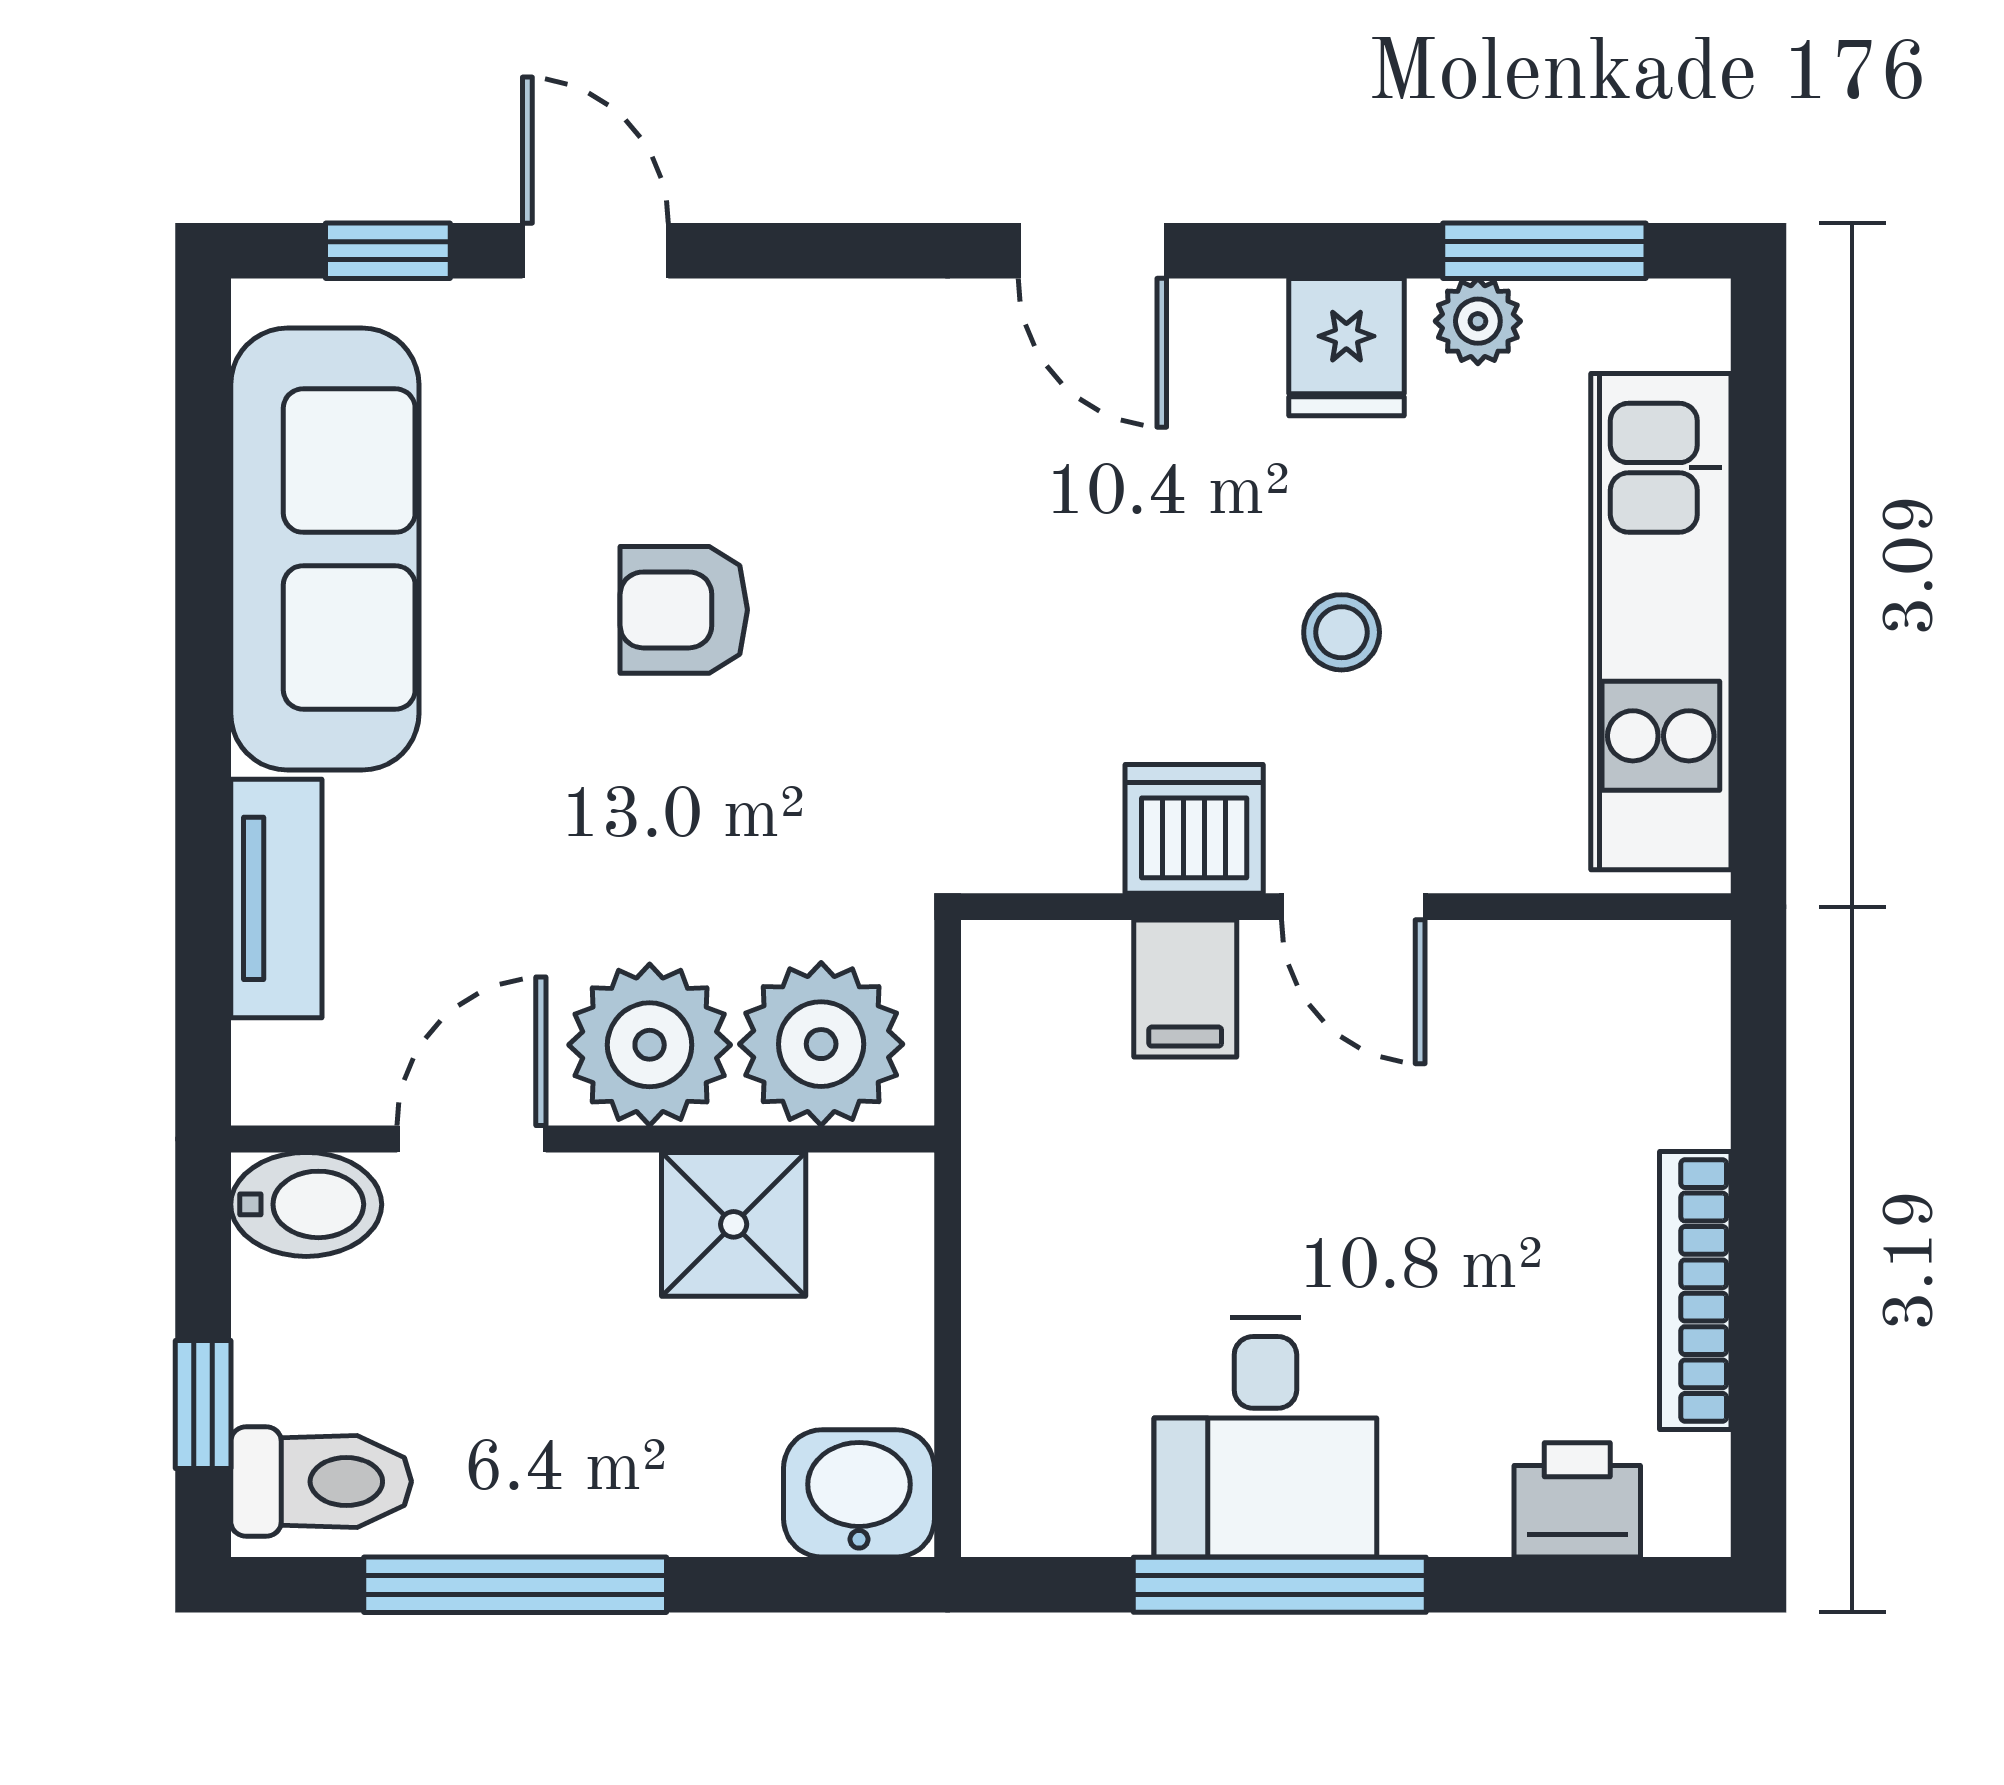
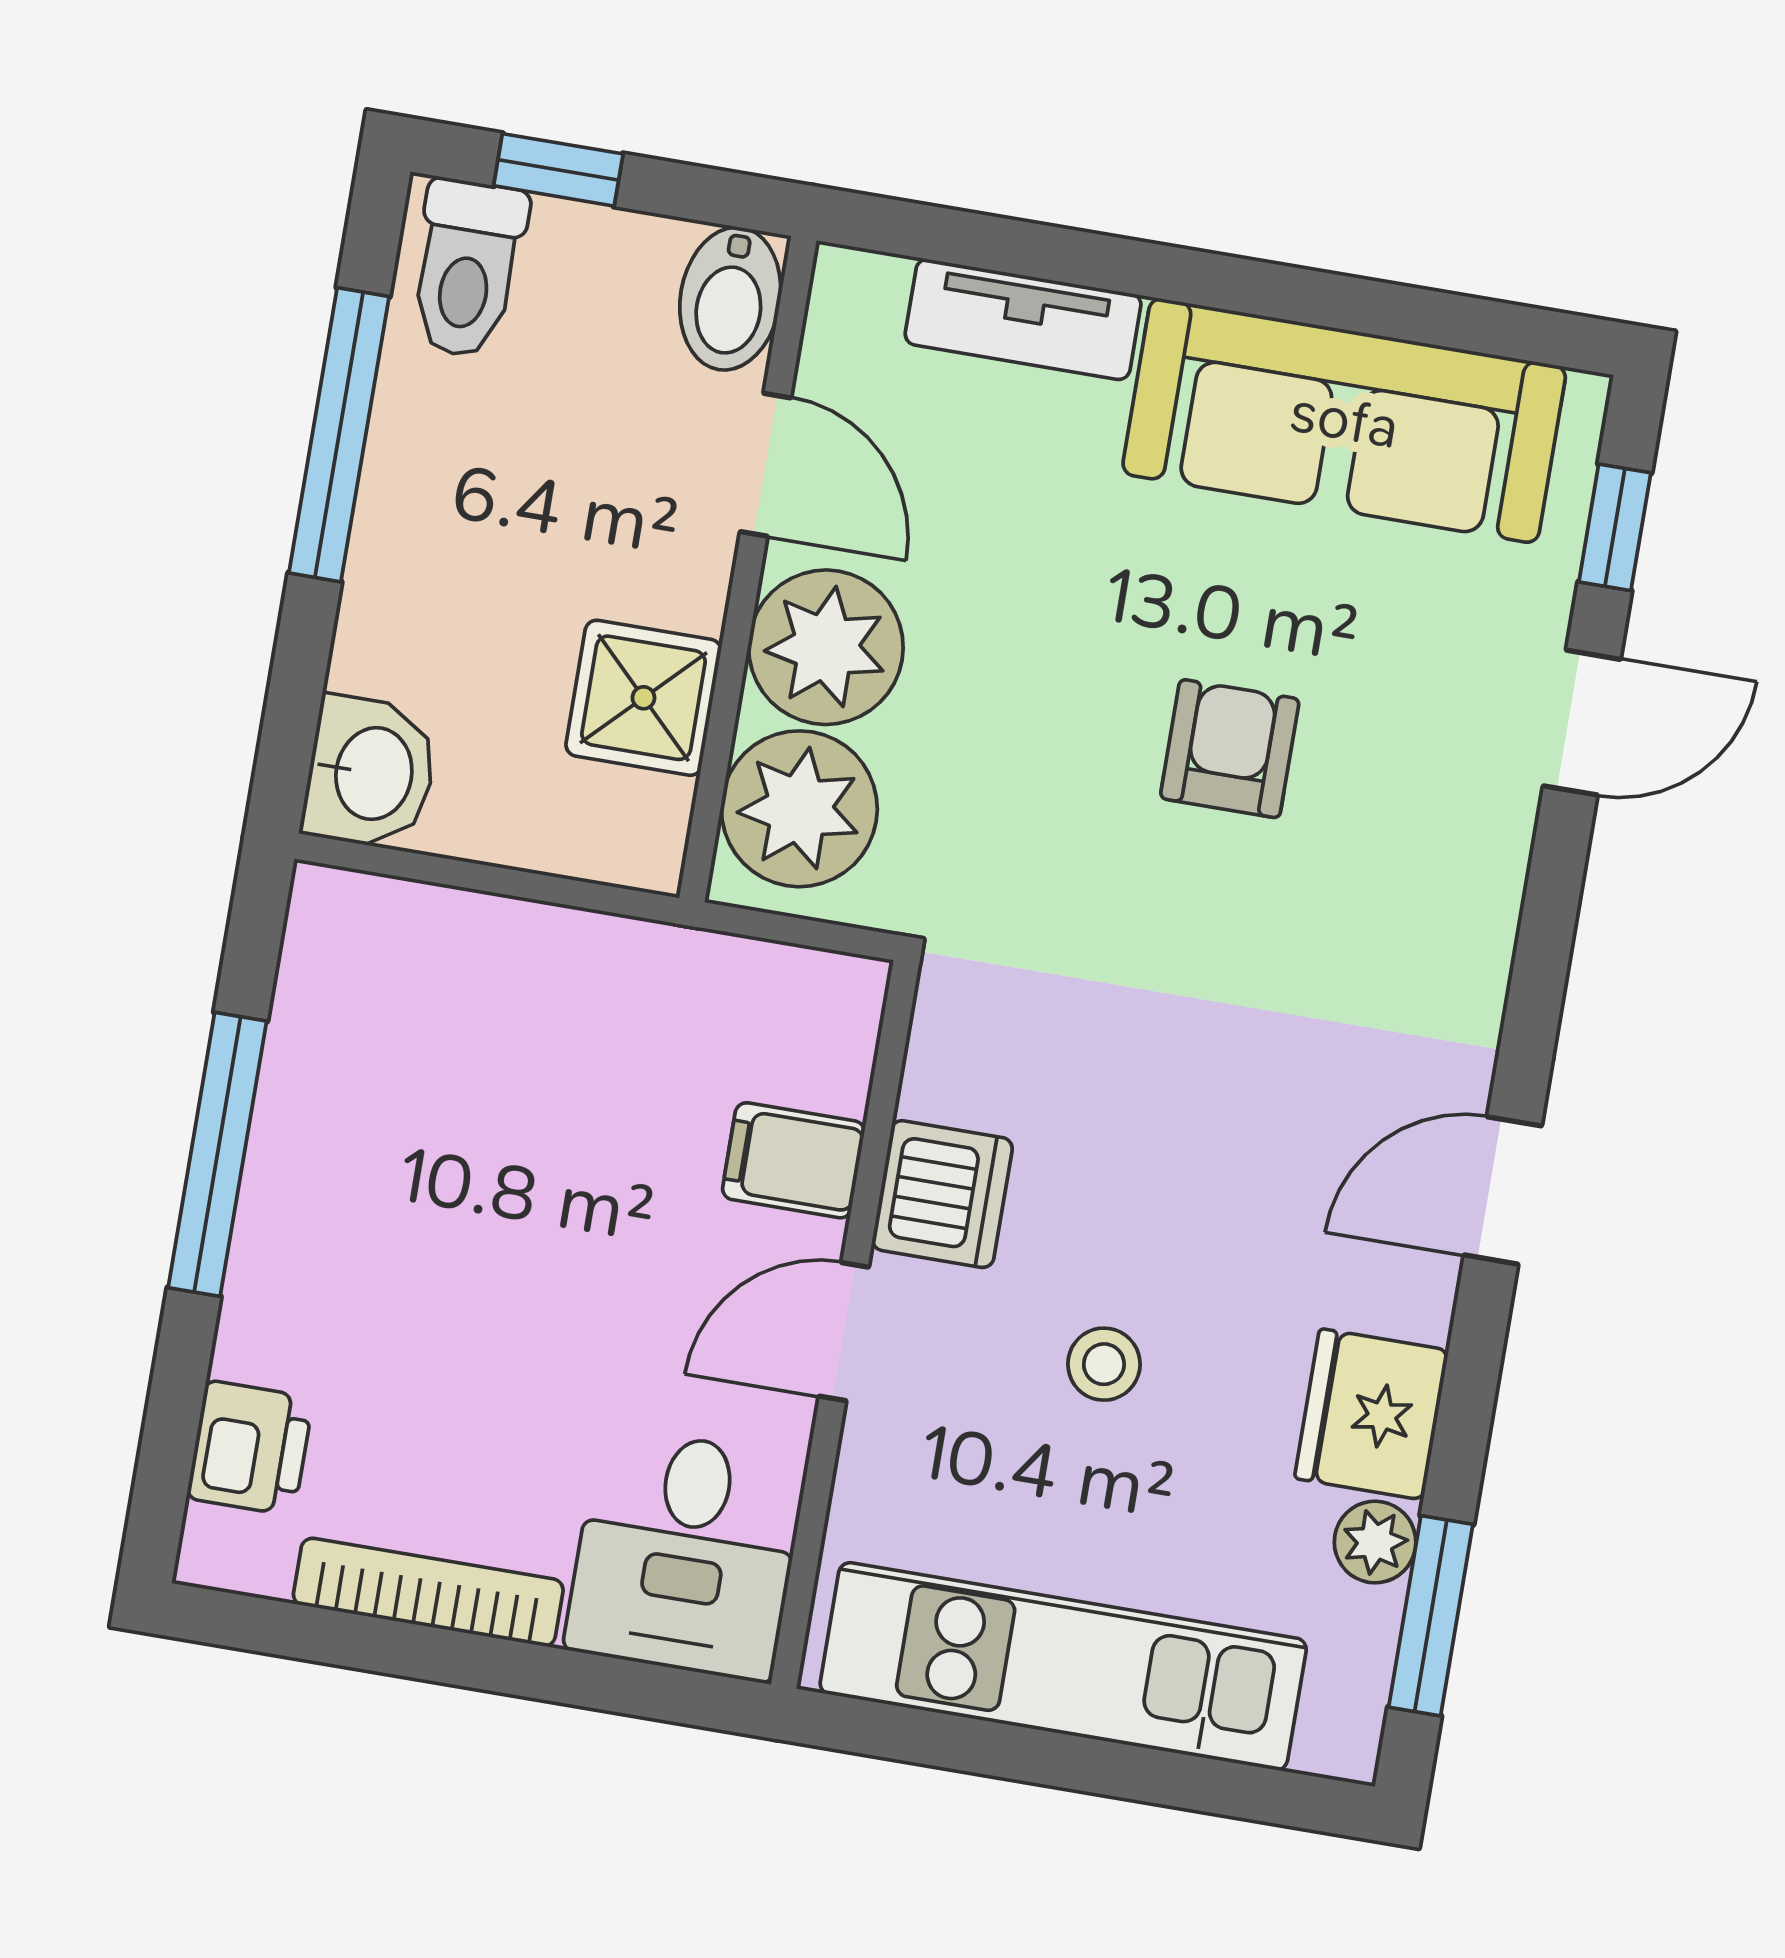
fridge: (1346, 347) -> (1372, 1414), width x1.38
desk: (1265, 1437) -> (686, 1554), moved, turned -90

